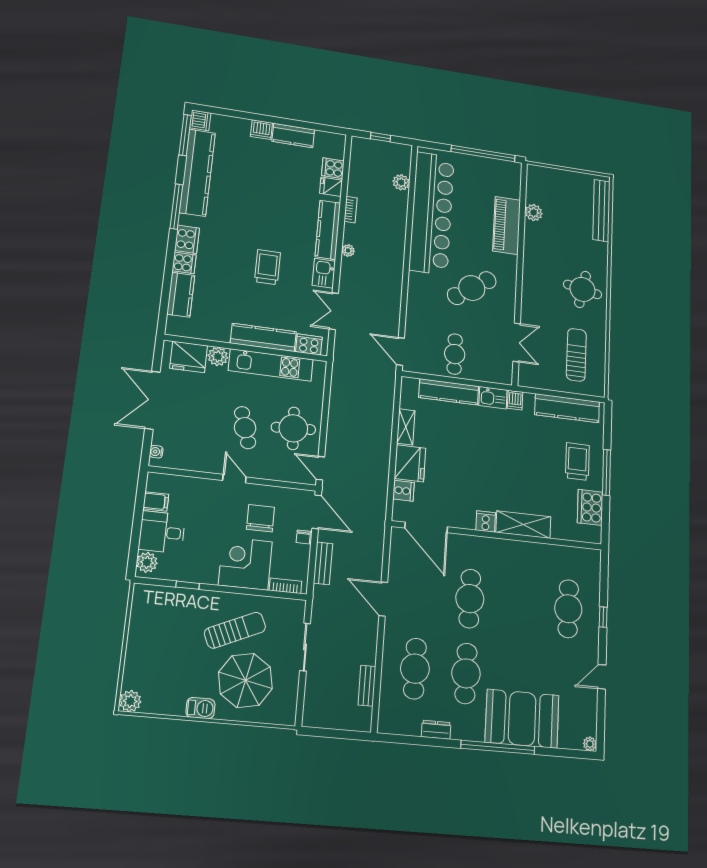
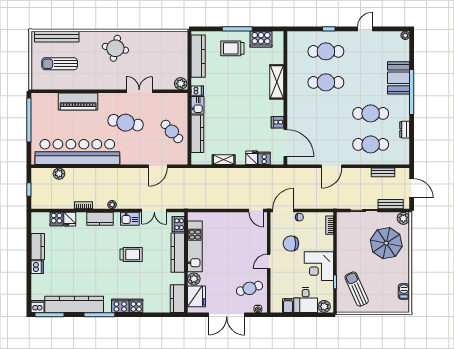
plant: (534, 213) -> (181, 84), moved
kitchen counter: (328, 230) -> (100, 219), width x0.67
trolley: (267, 267) -> (131, 254), turned 180
cafe table: (472, 288) -> (126, 123), turned -44
kitchen counter: (181, 295) -> (177, 299), moved, turned -90
double door: (517, 342) -> (139, 91), moved
door: (400, 351) -> (158, 166), moved
cafe table: (455, 354) -> (172, 131), turned 49
sun lounger: (576, 355) -> (60, 64), moved
cafe table: (245, 428) -> (249, 288), moved
round table: (293, 428) -> (233, 229), removed
fridge: (410, 463) -> (252, 158), width x0.53, depth x0.75
door: (320, 468) -> (256, 210), hinge flipped
cooker: (486, 521) -> (278, 122), moved
door: (426, 527) -> (285, 143), hinge flipped
corner desk: (245, 563) -> (319, 266), moved
bench: (323, 563) -> (391, 204), moved
cafe table: (470, 599) -> (326, 82), moved
sun lounger: (235, 630) -> (357, 289), moved
door: (602, 677) -> (365, 29), swing flipped
plant: (130, 701) -> (403, 218), moved
barbecue: (200, 708) -> (404, 292), moved
booth: (522, 719) -> (399, 78), width x0.73, depth x0.70
door: (336, 734) -> (412, 188), added

